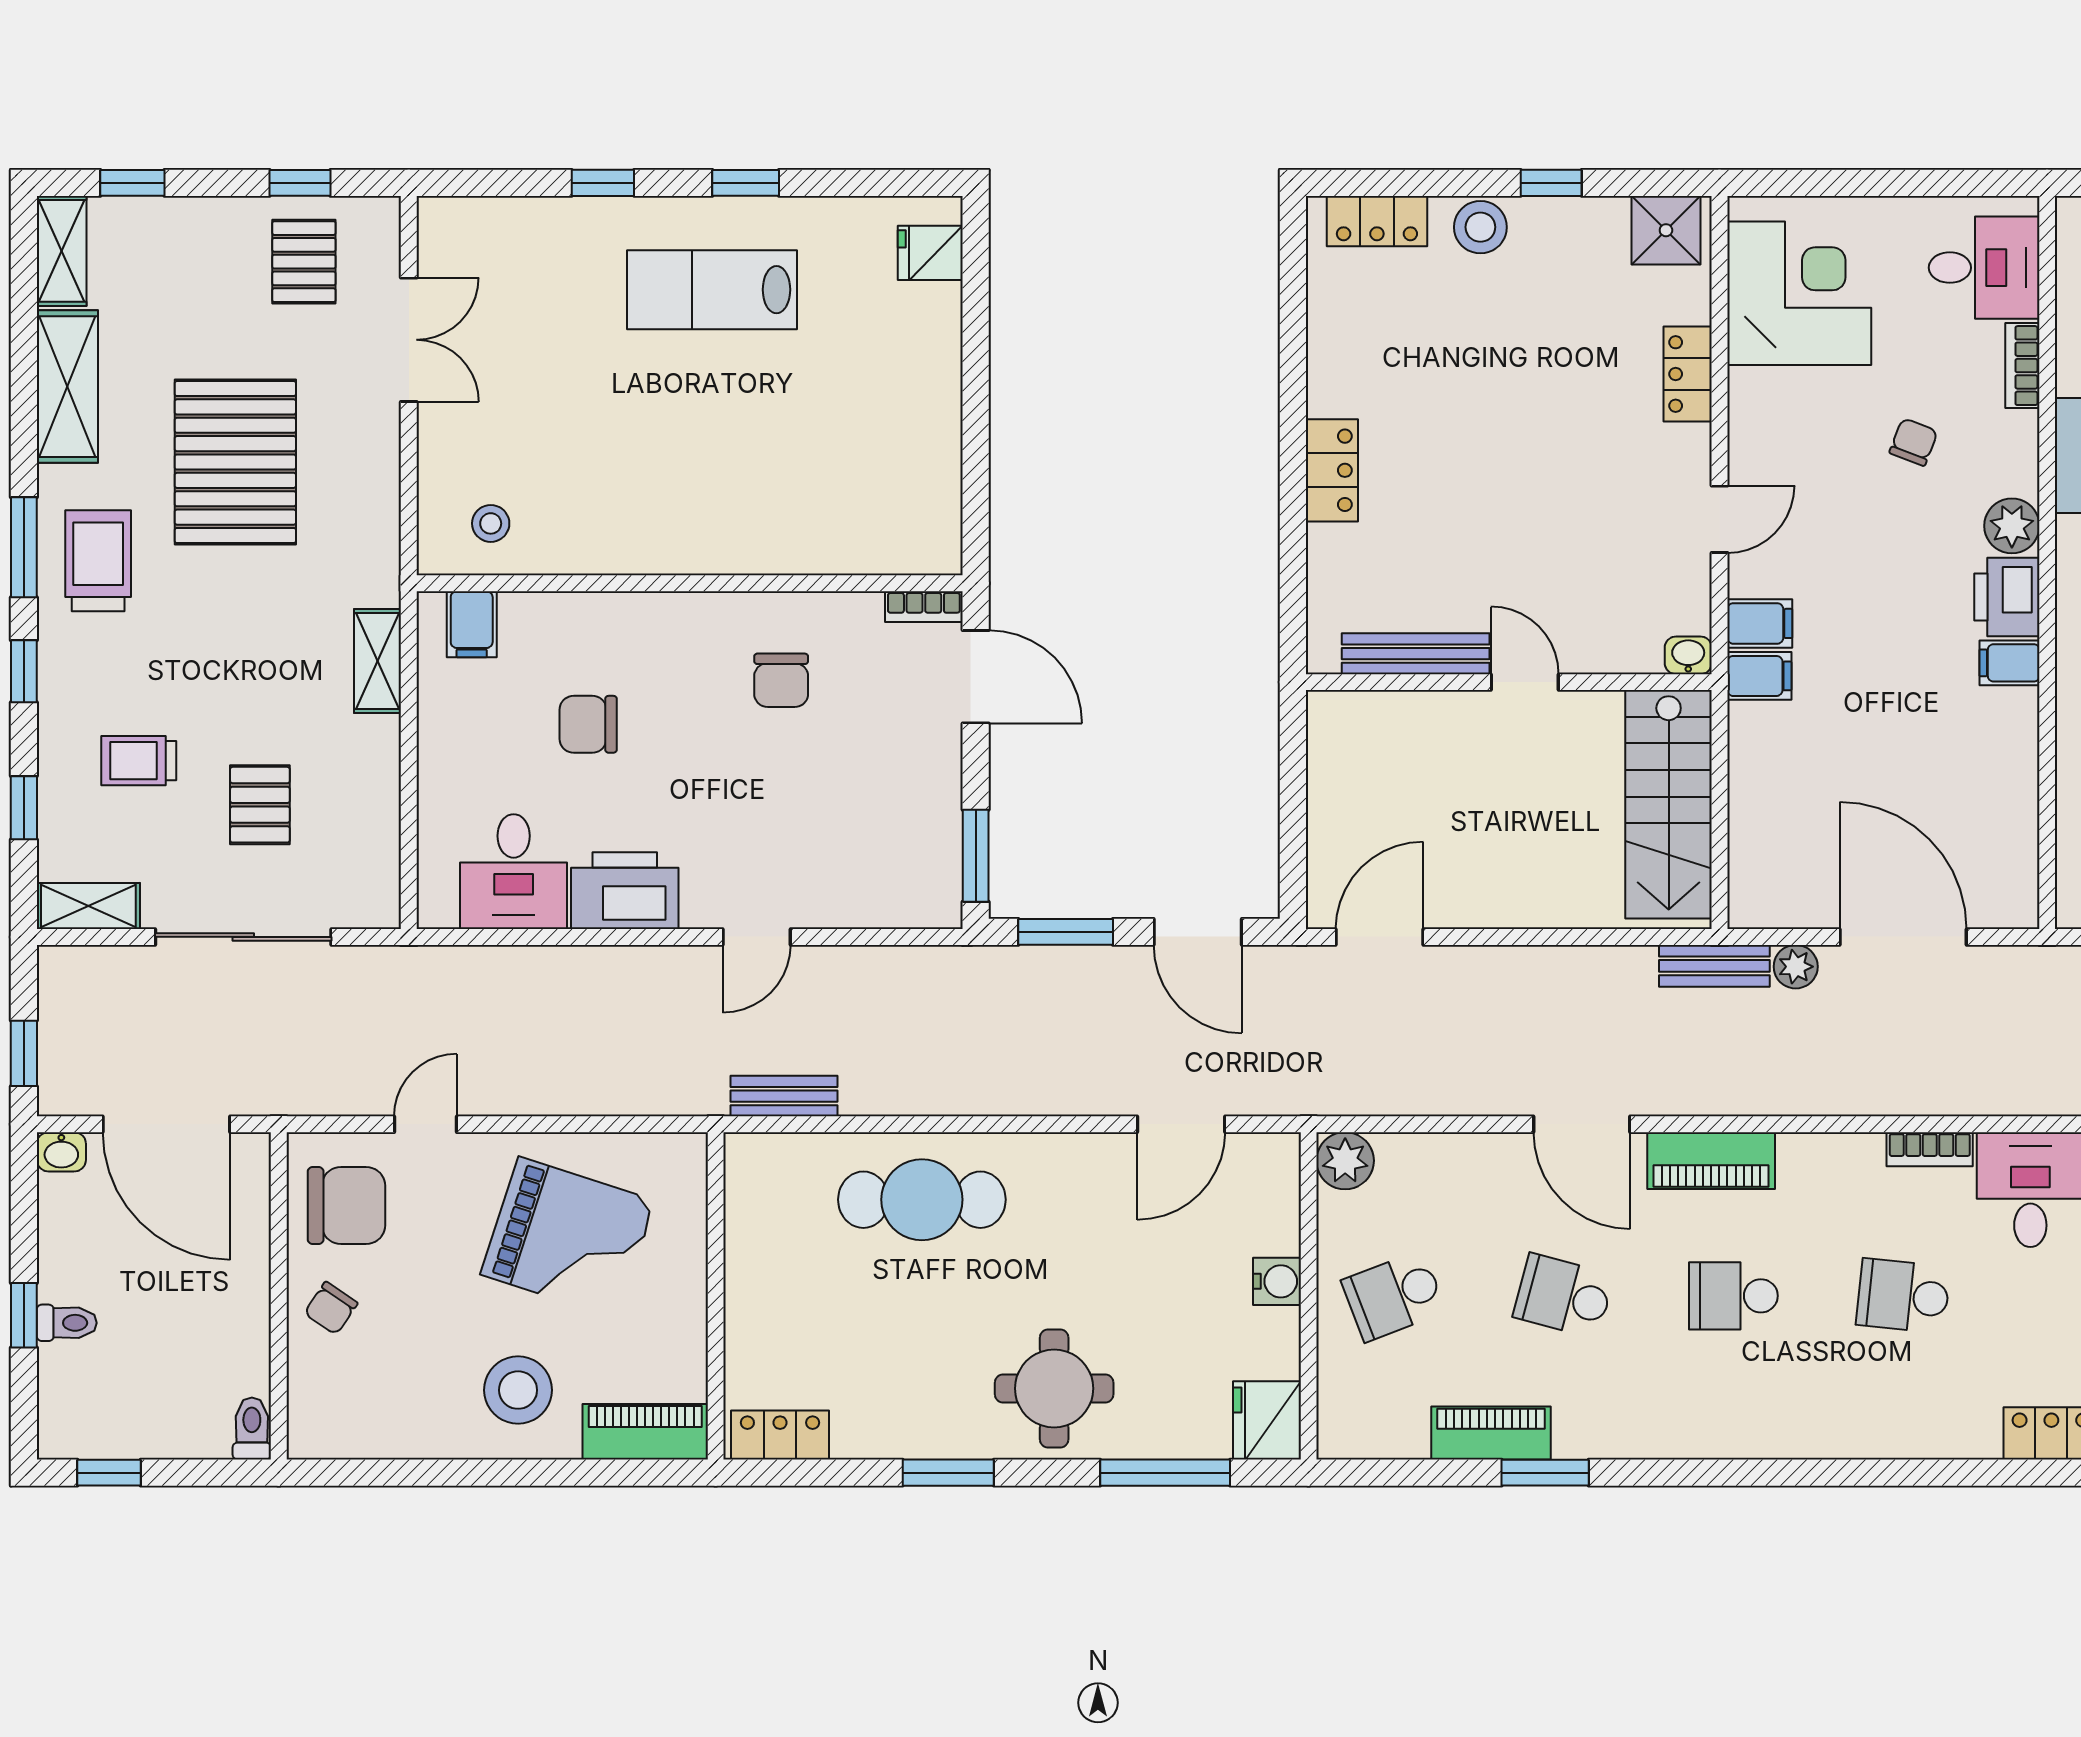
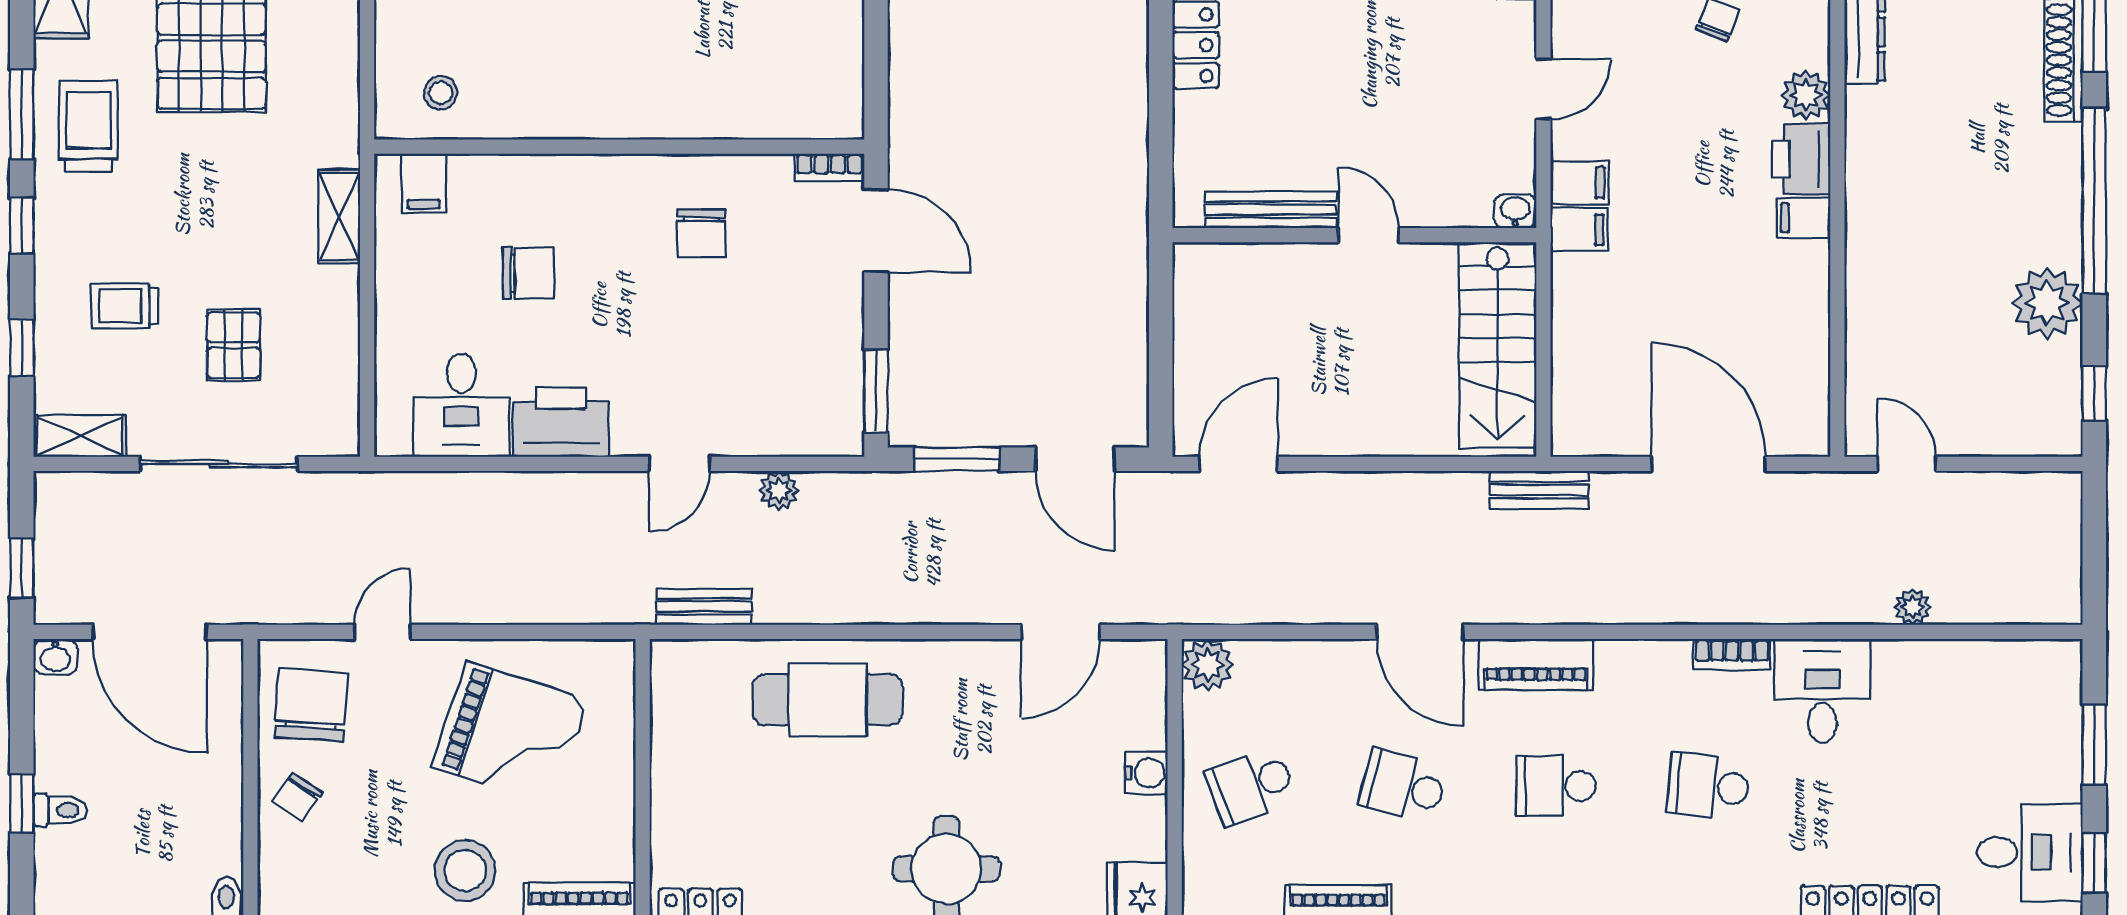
chair: (588, 724) -> (528, 273), turned 180
plant: (1796, 967) -> (779, 491), moved
chair: (347, 1205) -> (311, 705), turned -86

